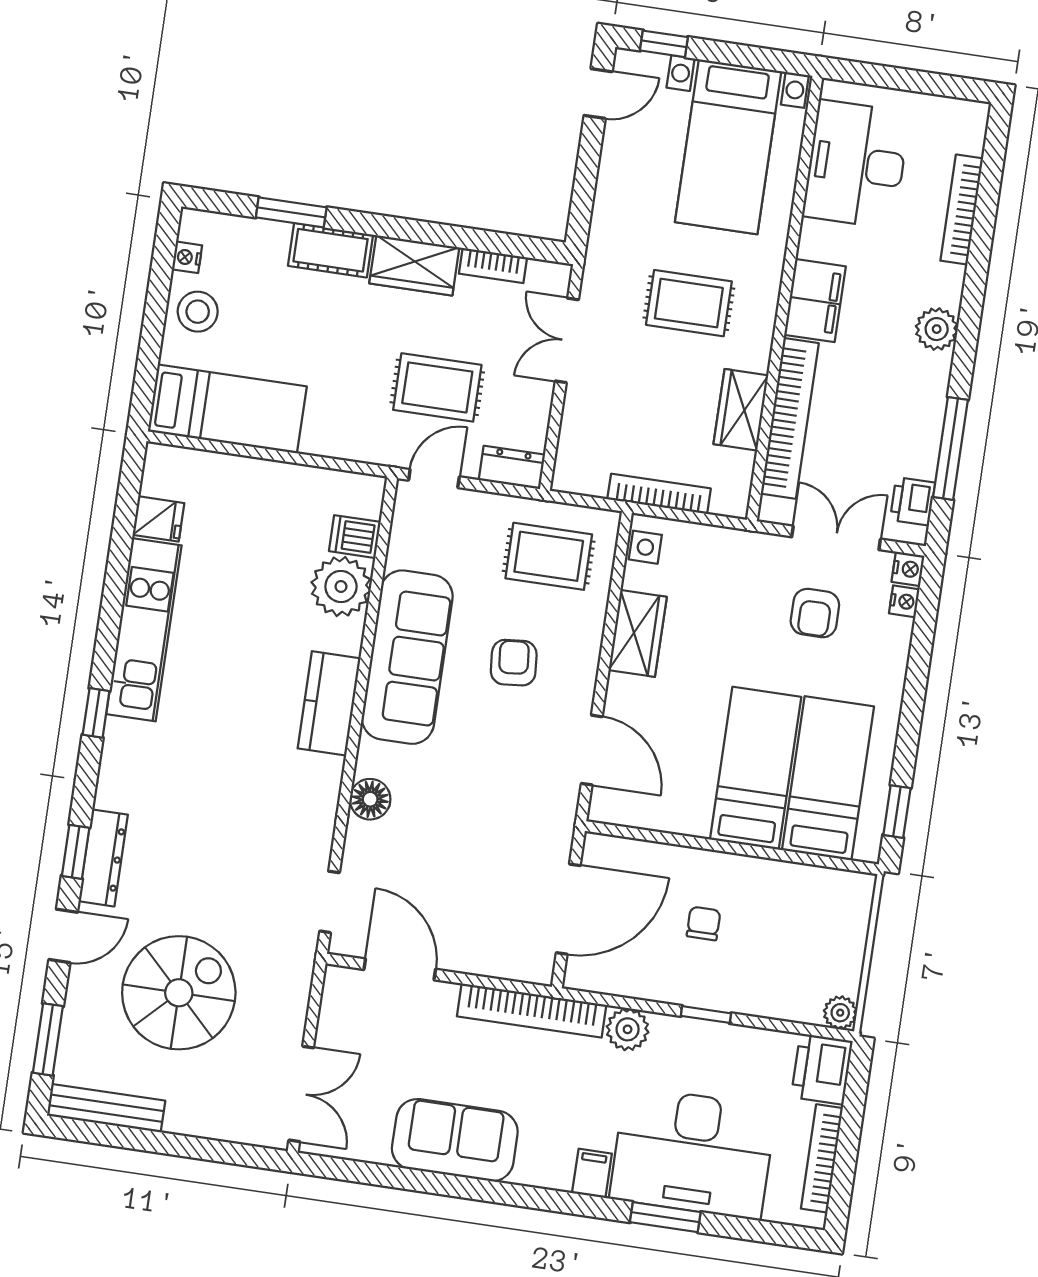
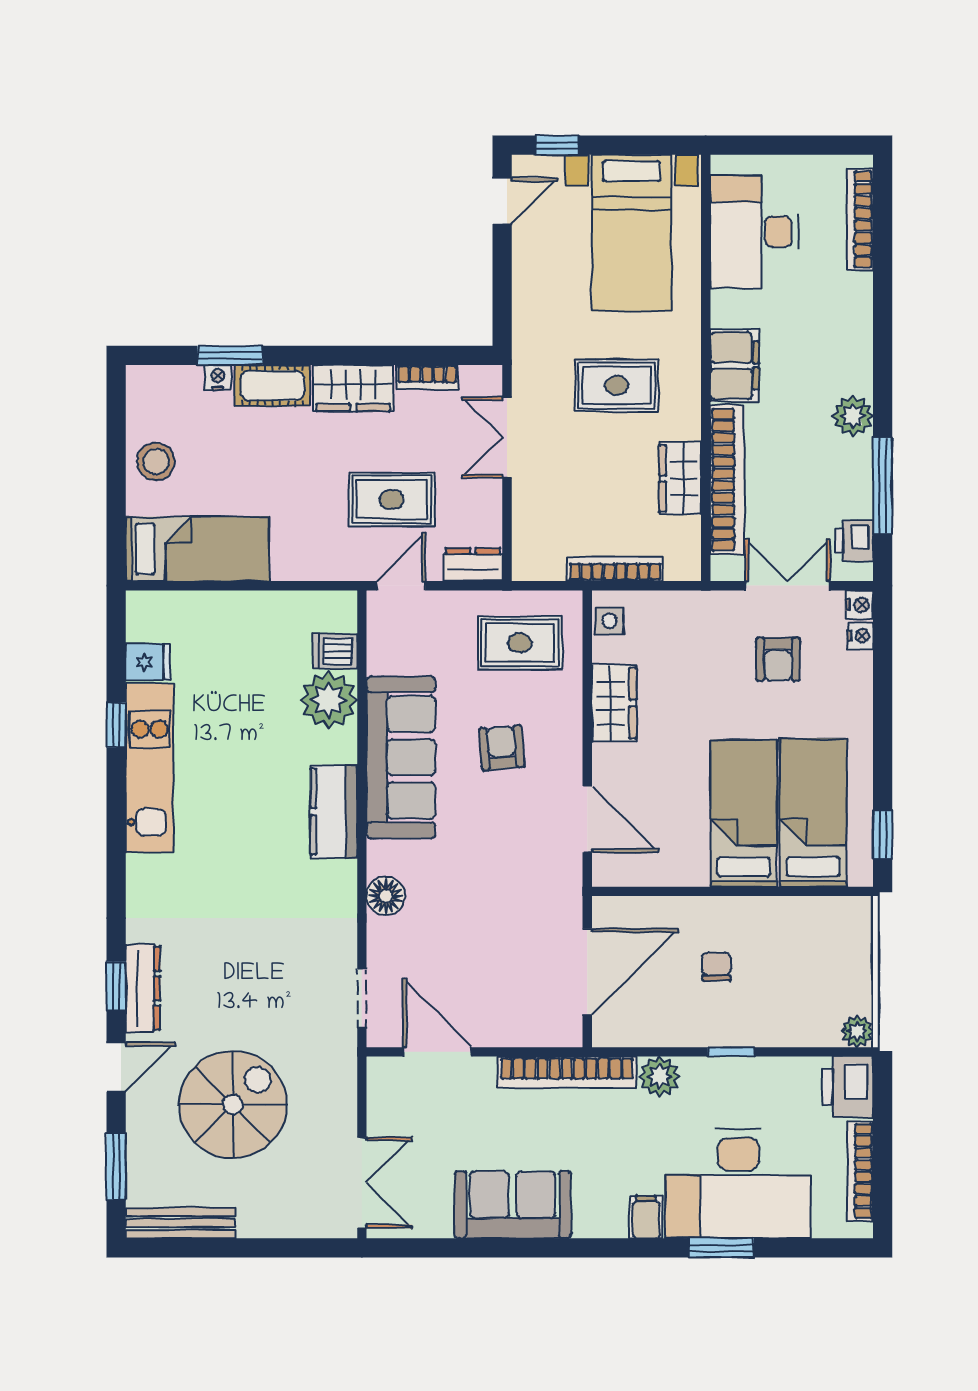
bookcase: (962, 210) -> (860, 219), moved
nightstand: (187, 257) -> (218, 378), moved, turned 90
plant: (937, 329) -> (853, 416), moved
window: (96, 713) -> (116, 725), moved

